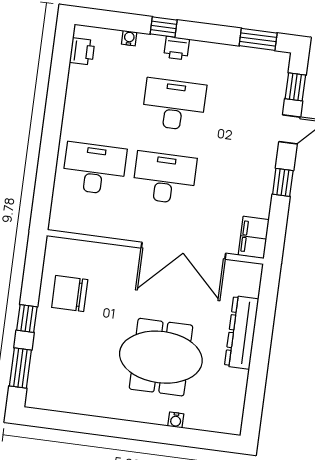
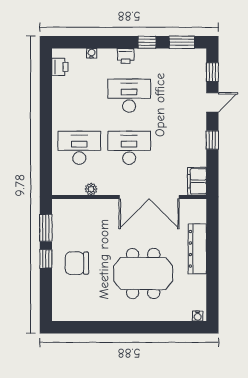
window: (164, 27) -> (147, 42), moved
plant: (103, 229) -> (91, 189), added
chair: (70, 294) -> (77, 263), moved
window: (20, 368) -> (46, 228), moved
water cooler: (176, 420) -> (198, 316), moved

